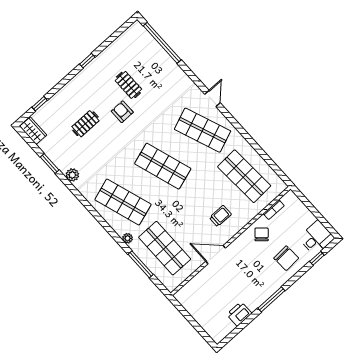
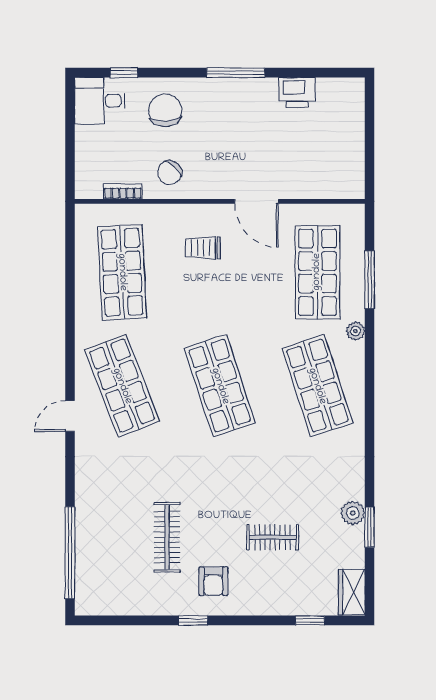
clothes rail: (128, 85) -> (167, 537), width x1.36
armchair: (122, 112) -> (213, 581), moved
plant: (72, 175) -> (353, 513), moved

